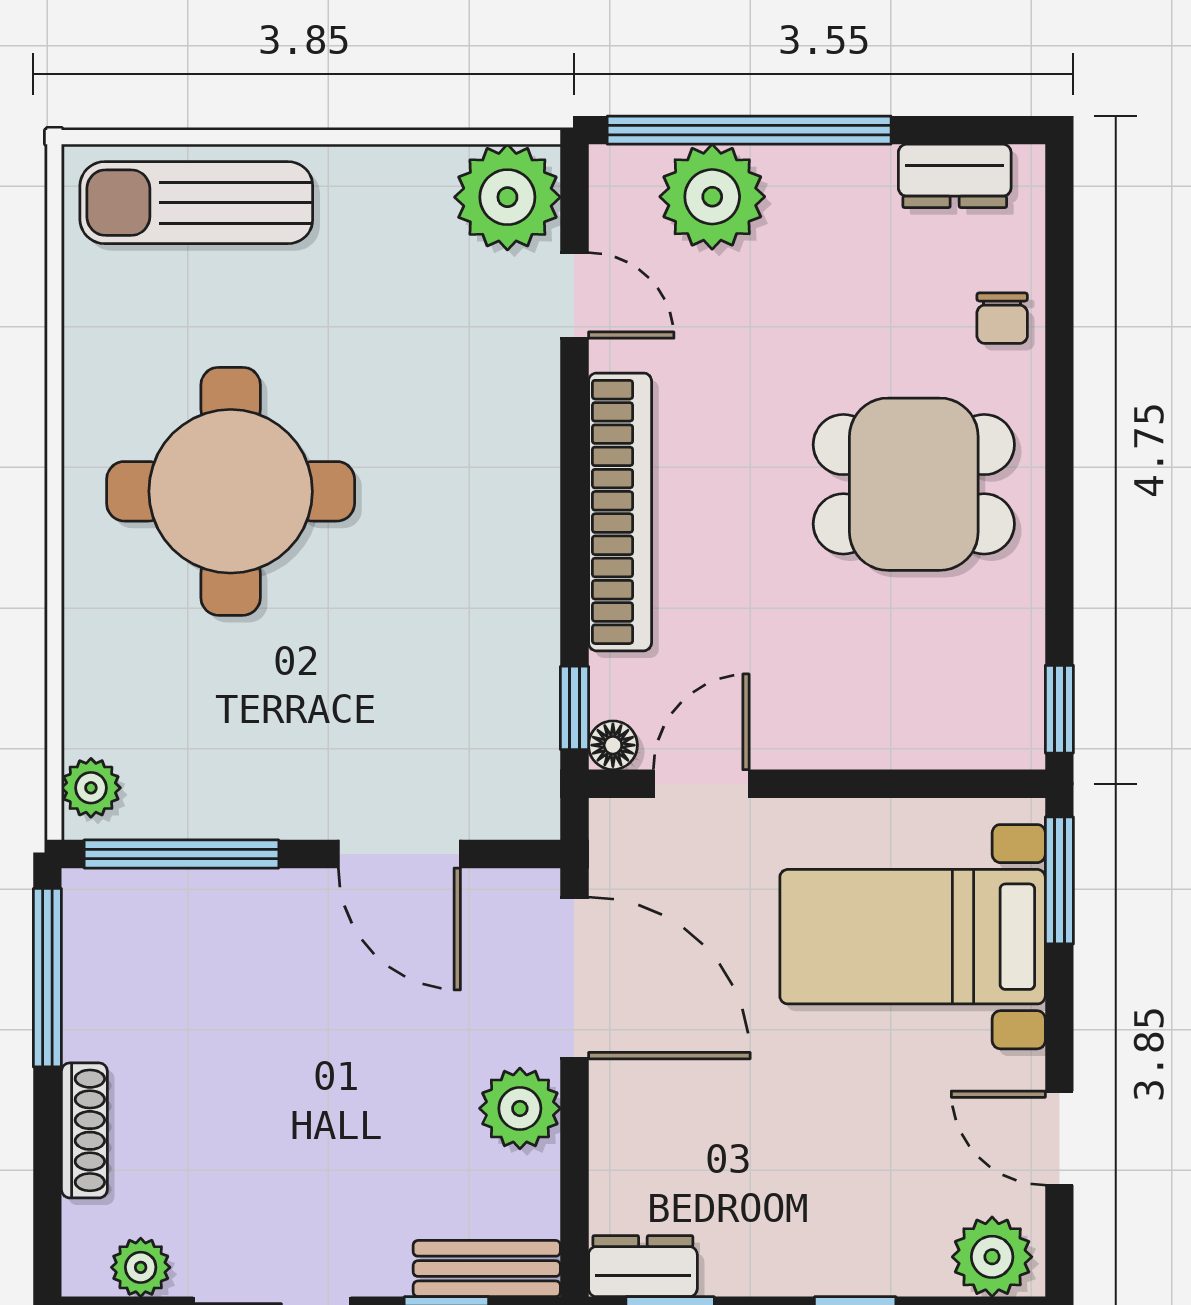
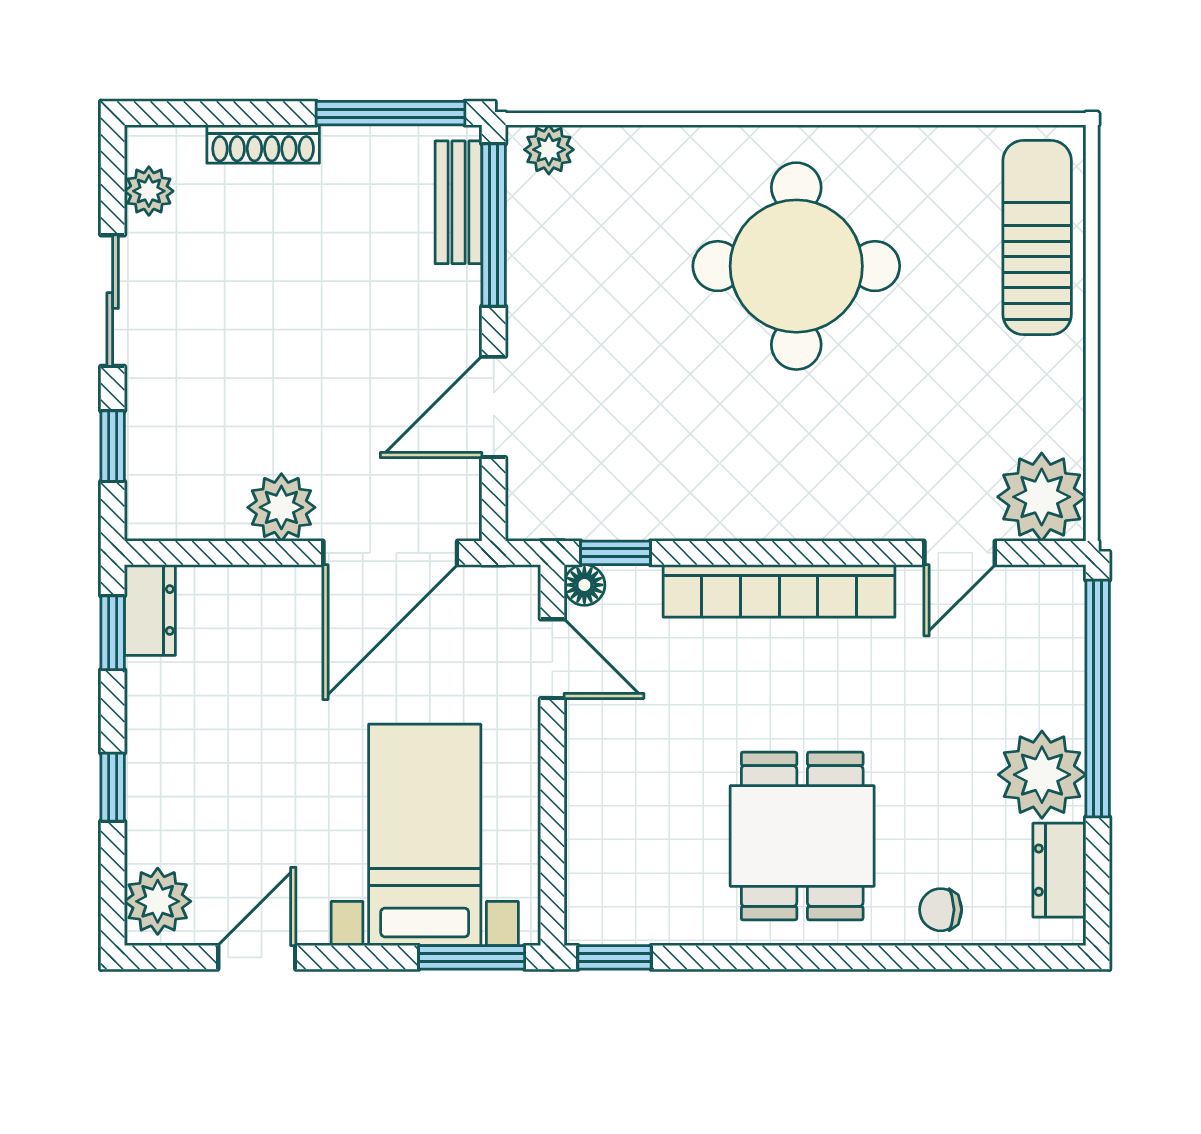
plant: (712, 197) -> (1042, 775), moved
bench: (487, 1269) -> (459, 202), moved

